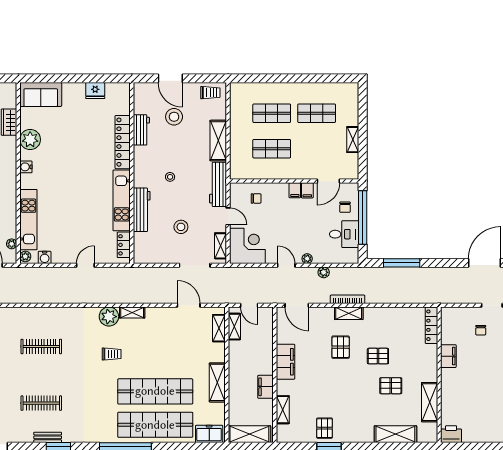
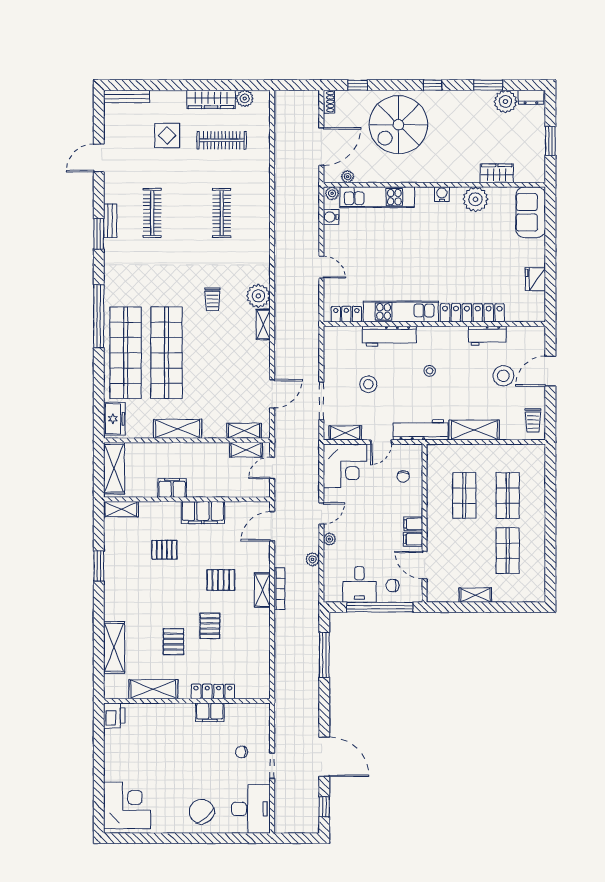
locker: (431, 325) -> (213, 691), moved
shelving: (283, 410) -> (121, 509), moved
pallet: (325, 428) -> (164, 550), moved

